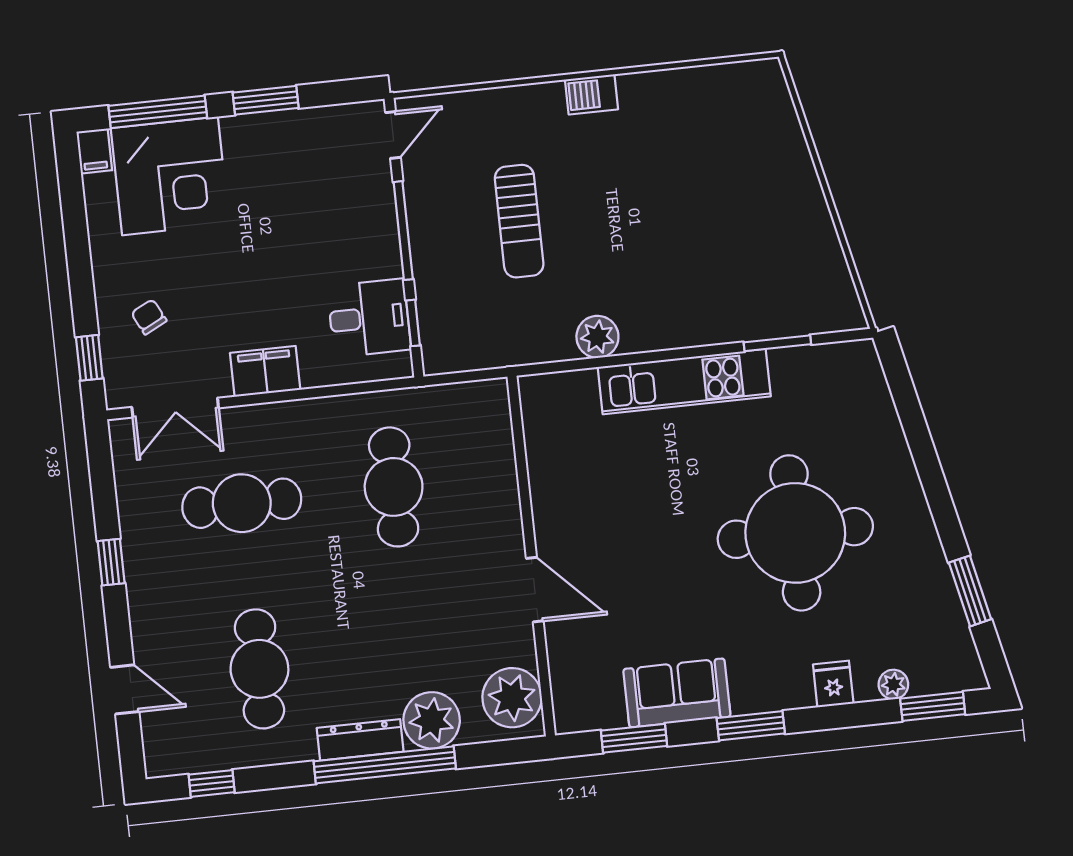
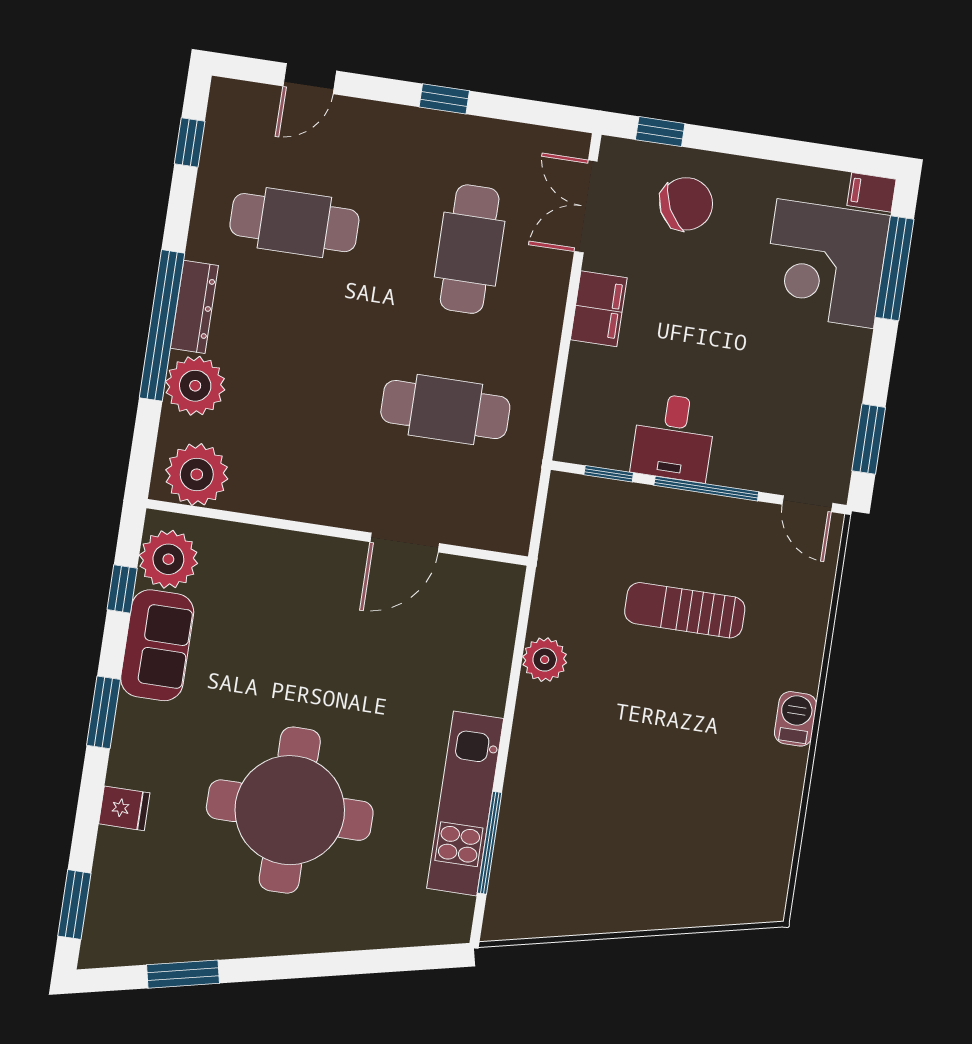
window: (266, 100) -> (869, 439), moved
chair: (149, 317) -> (686, 204), width x1.87, depth x1.87
desk: (369, 318) -> (674, 437), moved
window: (777, 343) -> (490, 843), width x1.44
kitchen unit: (684, 382) -> (465, 803), moved
door: (535, 590) -> (405, 543), moved
plant: (893, 684) -> (168, 559), moved, width x1.88, depth x1.88
window: (634, 738) -> (122, 589), width x0.67

